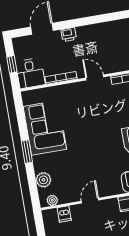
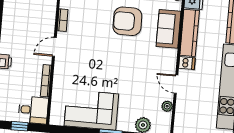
plant: (52, 200) -> (167, 106), moved
dishwasher: (64, 214) -> (187, 63), moved

